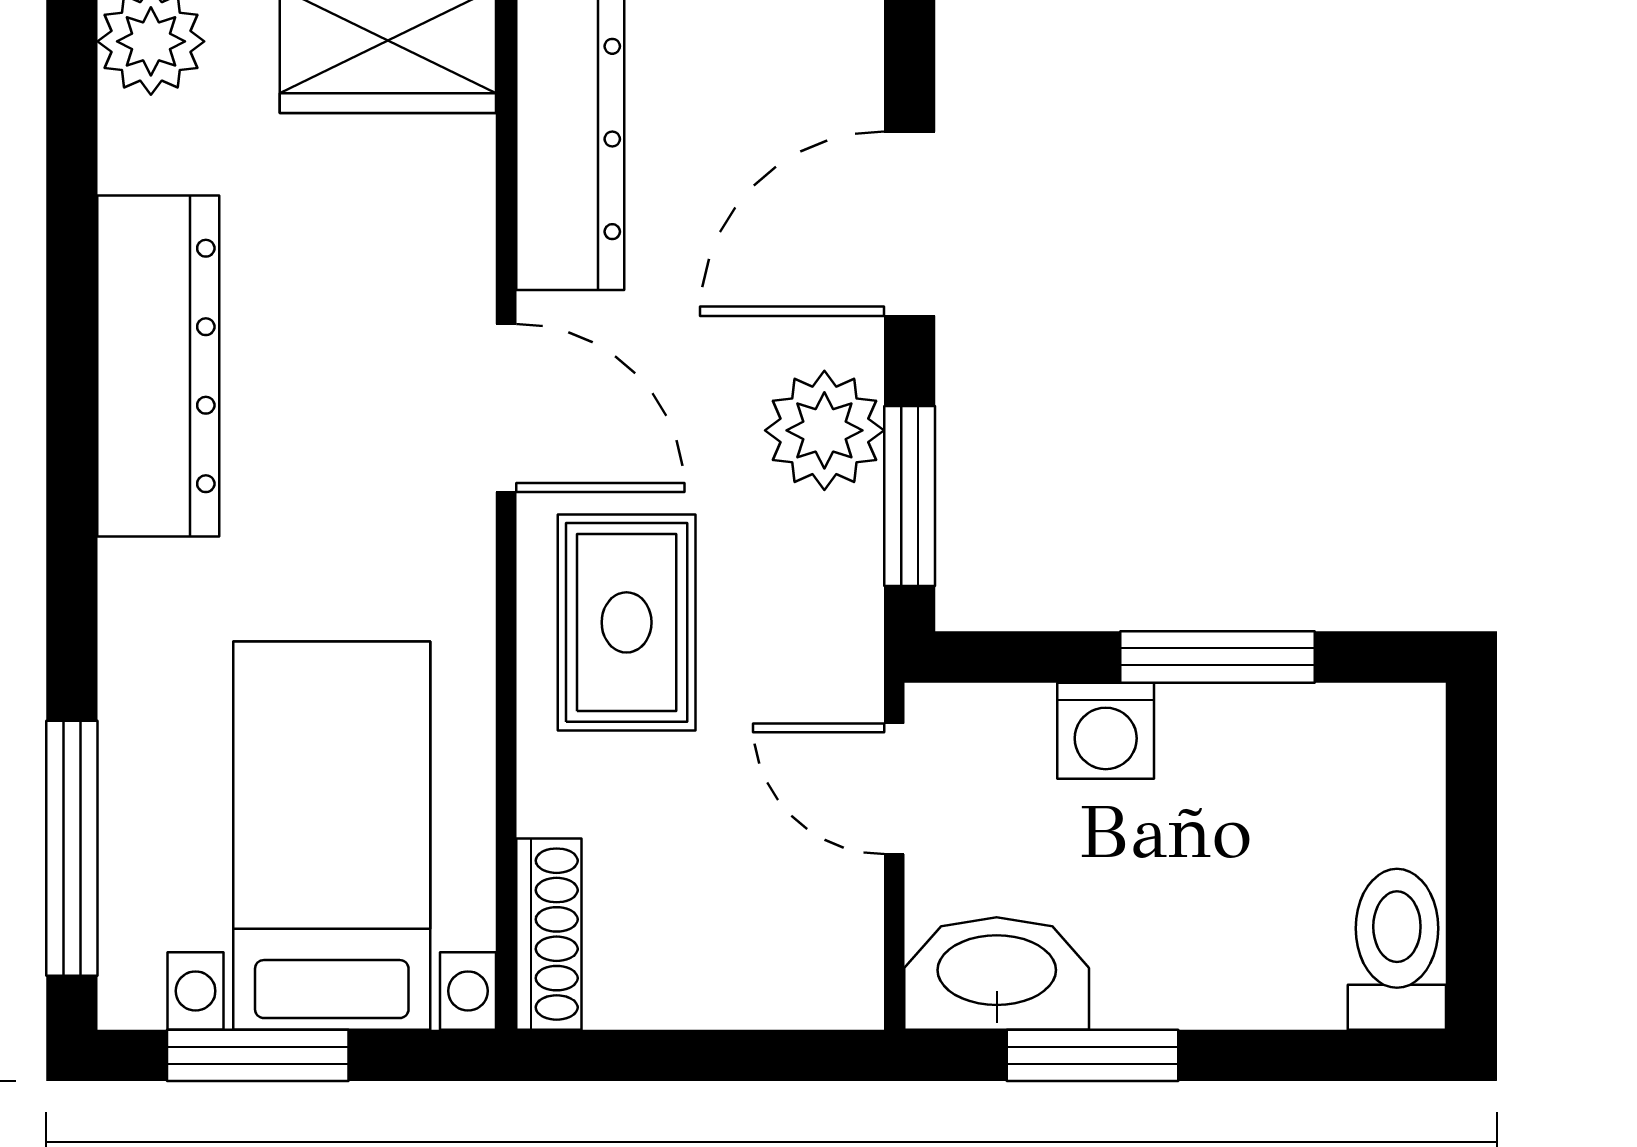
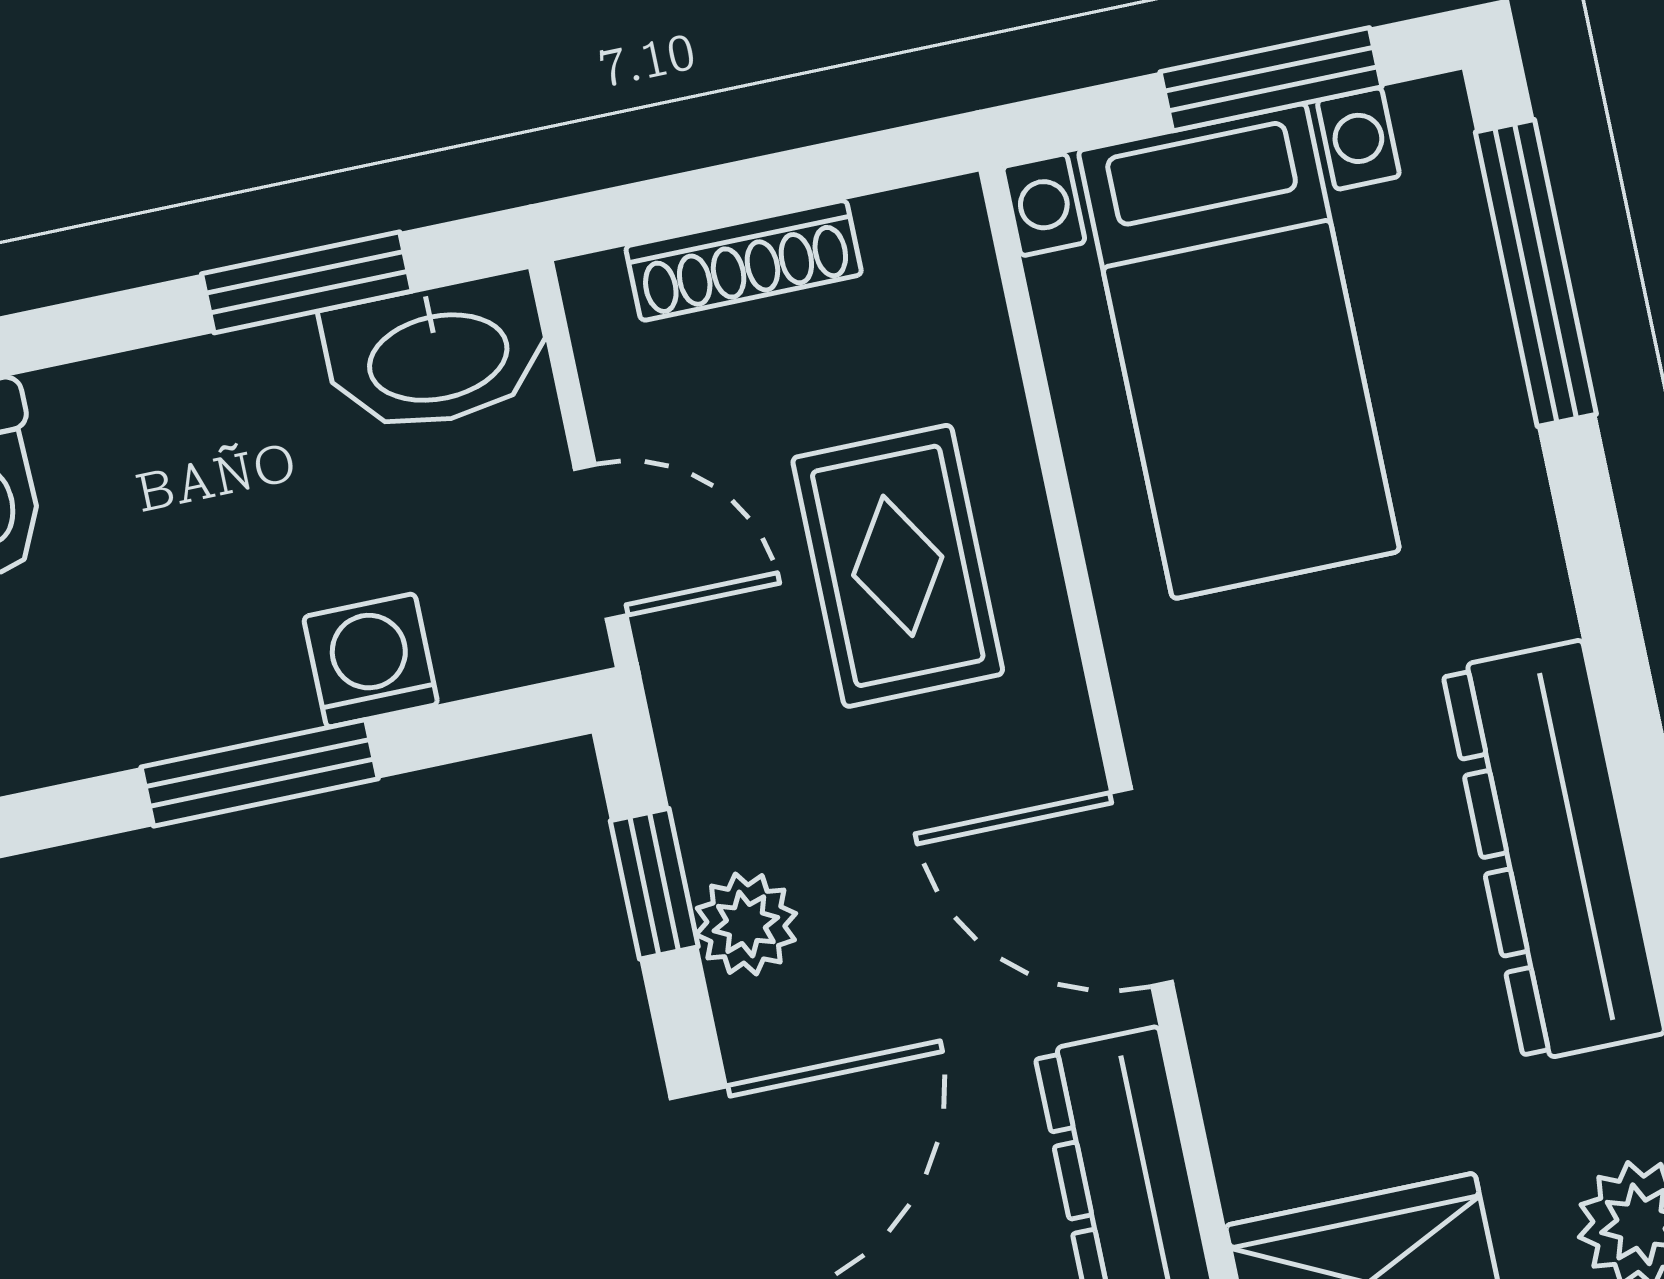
plant: (824, 430) -> (746, 924), width x0.73, depth x0.73
window: (910, 496) -> (654, 884), width x0.67
rug: (627, 622) -> (898, 566), moved
shoe rack: (549, 934) -> (744, 260), moved, turned -90

